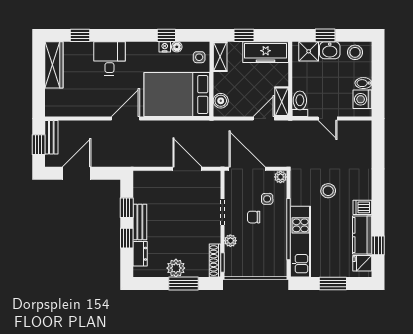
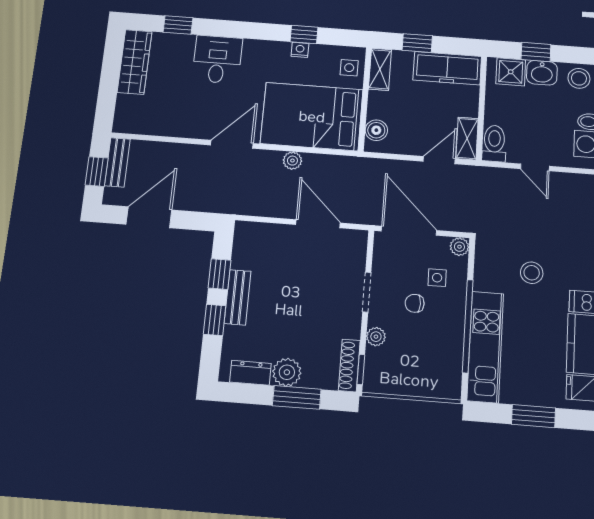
floor lamp: (177, 47) -> (318, 51), removed
plant: (167, 127) -> (292, 161), added
dresser: (140, 254) -> (251, 373), moved, turned -90

